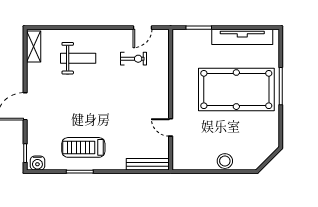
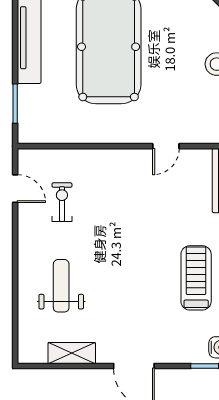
shelving: (34, 47) -> (72, 353), moved
treadmill: (83, 147) -> (196, 278), turned 180

